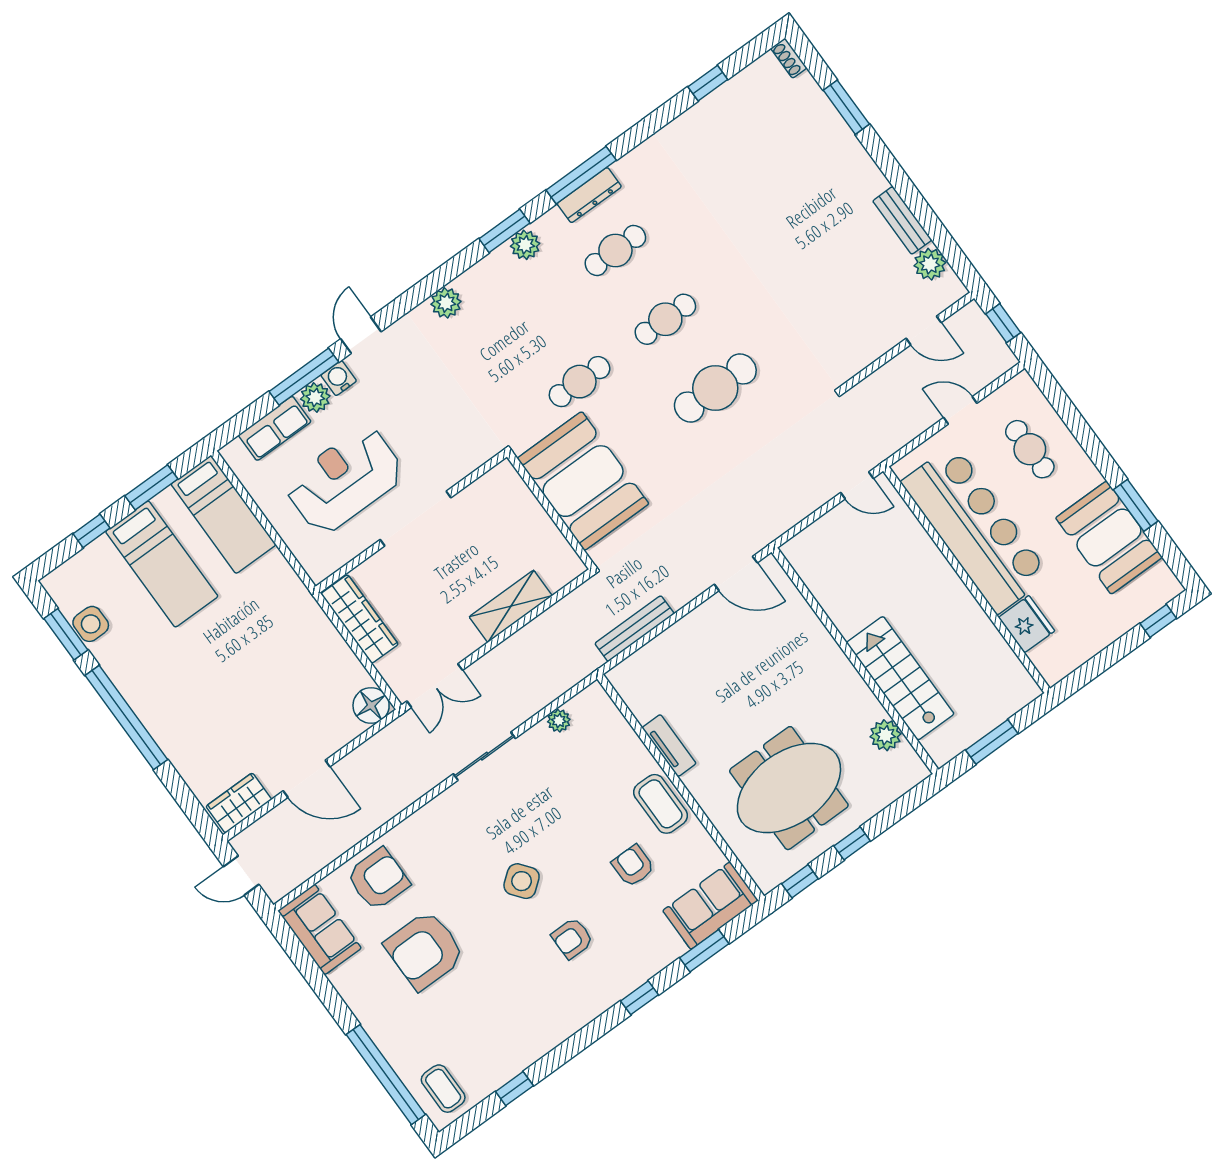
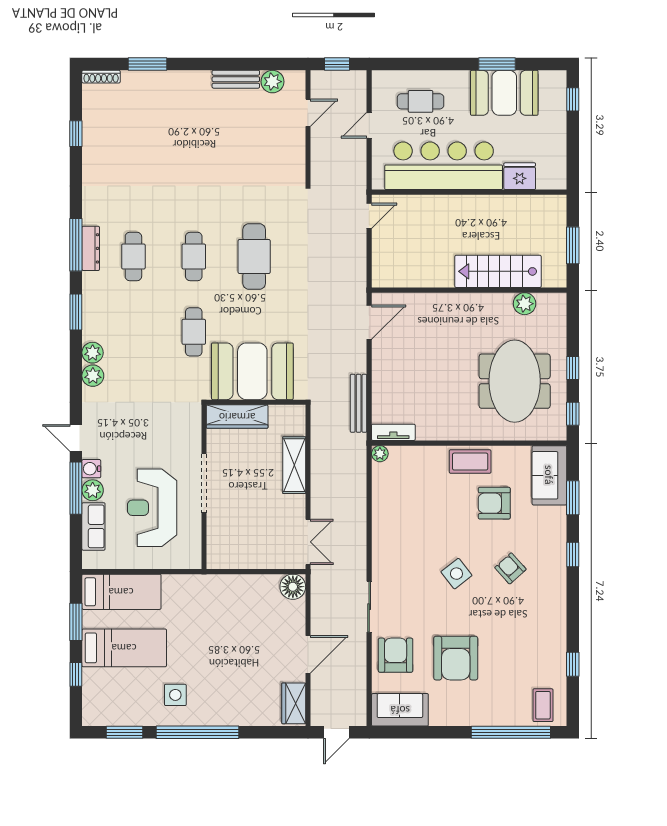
shoe rack: (789, 58) -> (101, 77), width x1.43
plant: (525, 245) -> (93, 353), moved
wardrobe: (360, 619) -> (237, 417), moved, turned 180
side table: (91, 624) -> (175, 695), moved
plant: (559, 721) -> (380, 454), moved
tv unit: (669, 746) -> (393, 432), moved
sliding door: (484, 756) -> (369, 607), moved
armchair: (633, 866) -> (494, 503), width x1.38, depth x1.38
armchair: (572, 938) -> (510, 568), turned 138
coffee table: (443, 1089) -> (543, 705), turned 90

